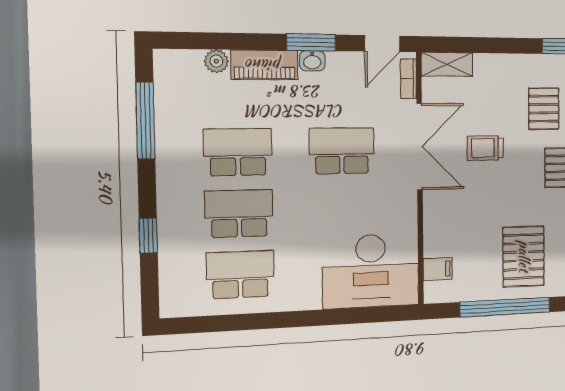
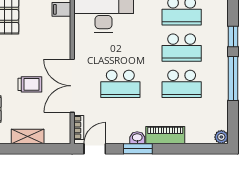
plant: (216, 61) -> (221, 137), moved
shelving: (447, 64) -> (28, 136), moved
window: (145, 120) -> (233, 79), moved

